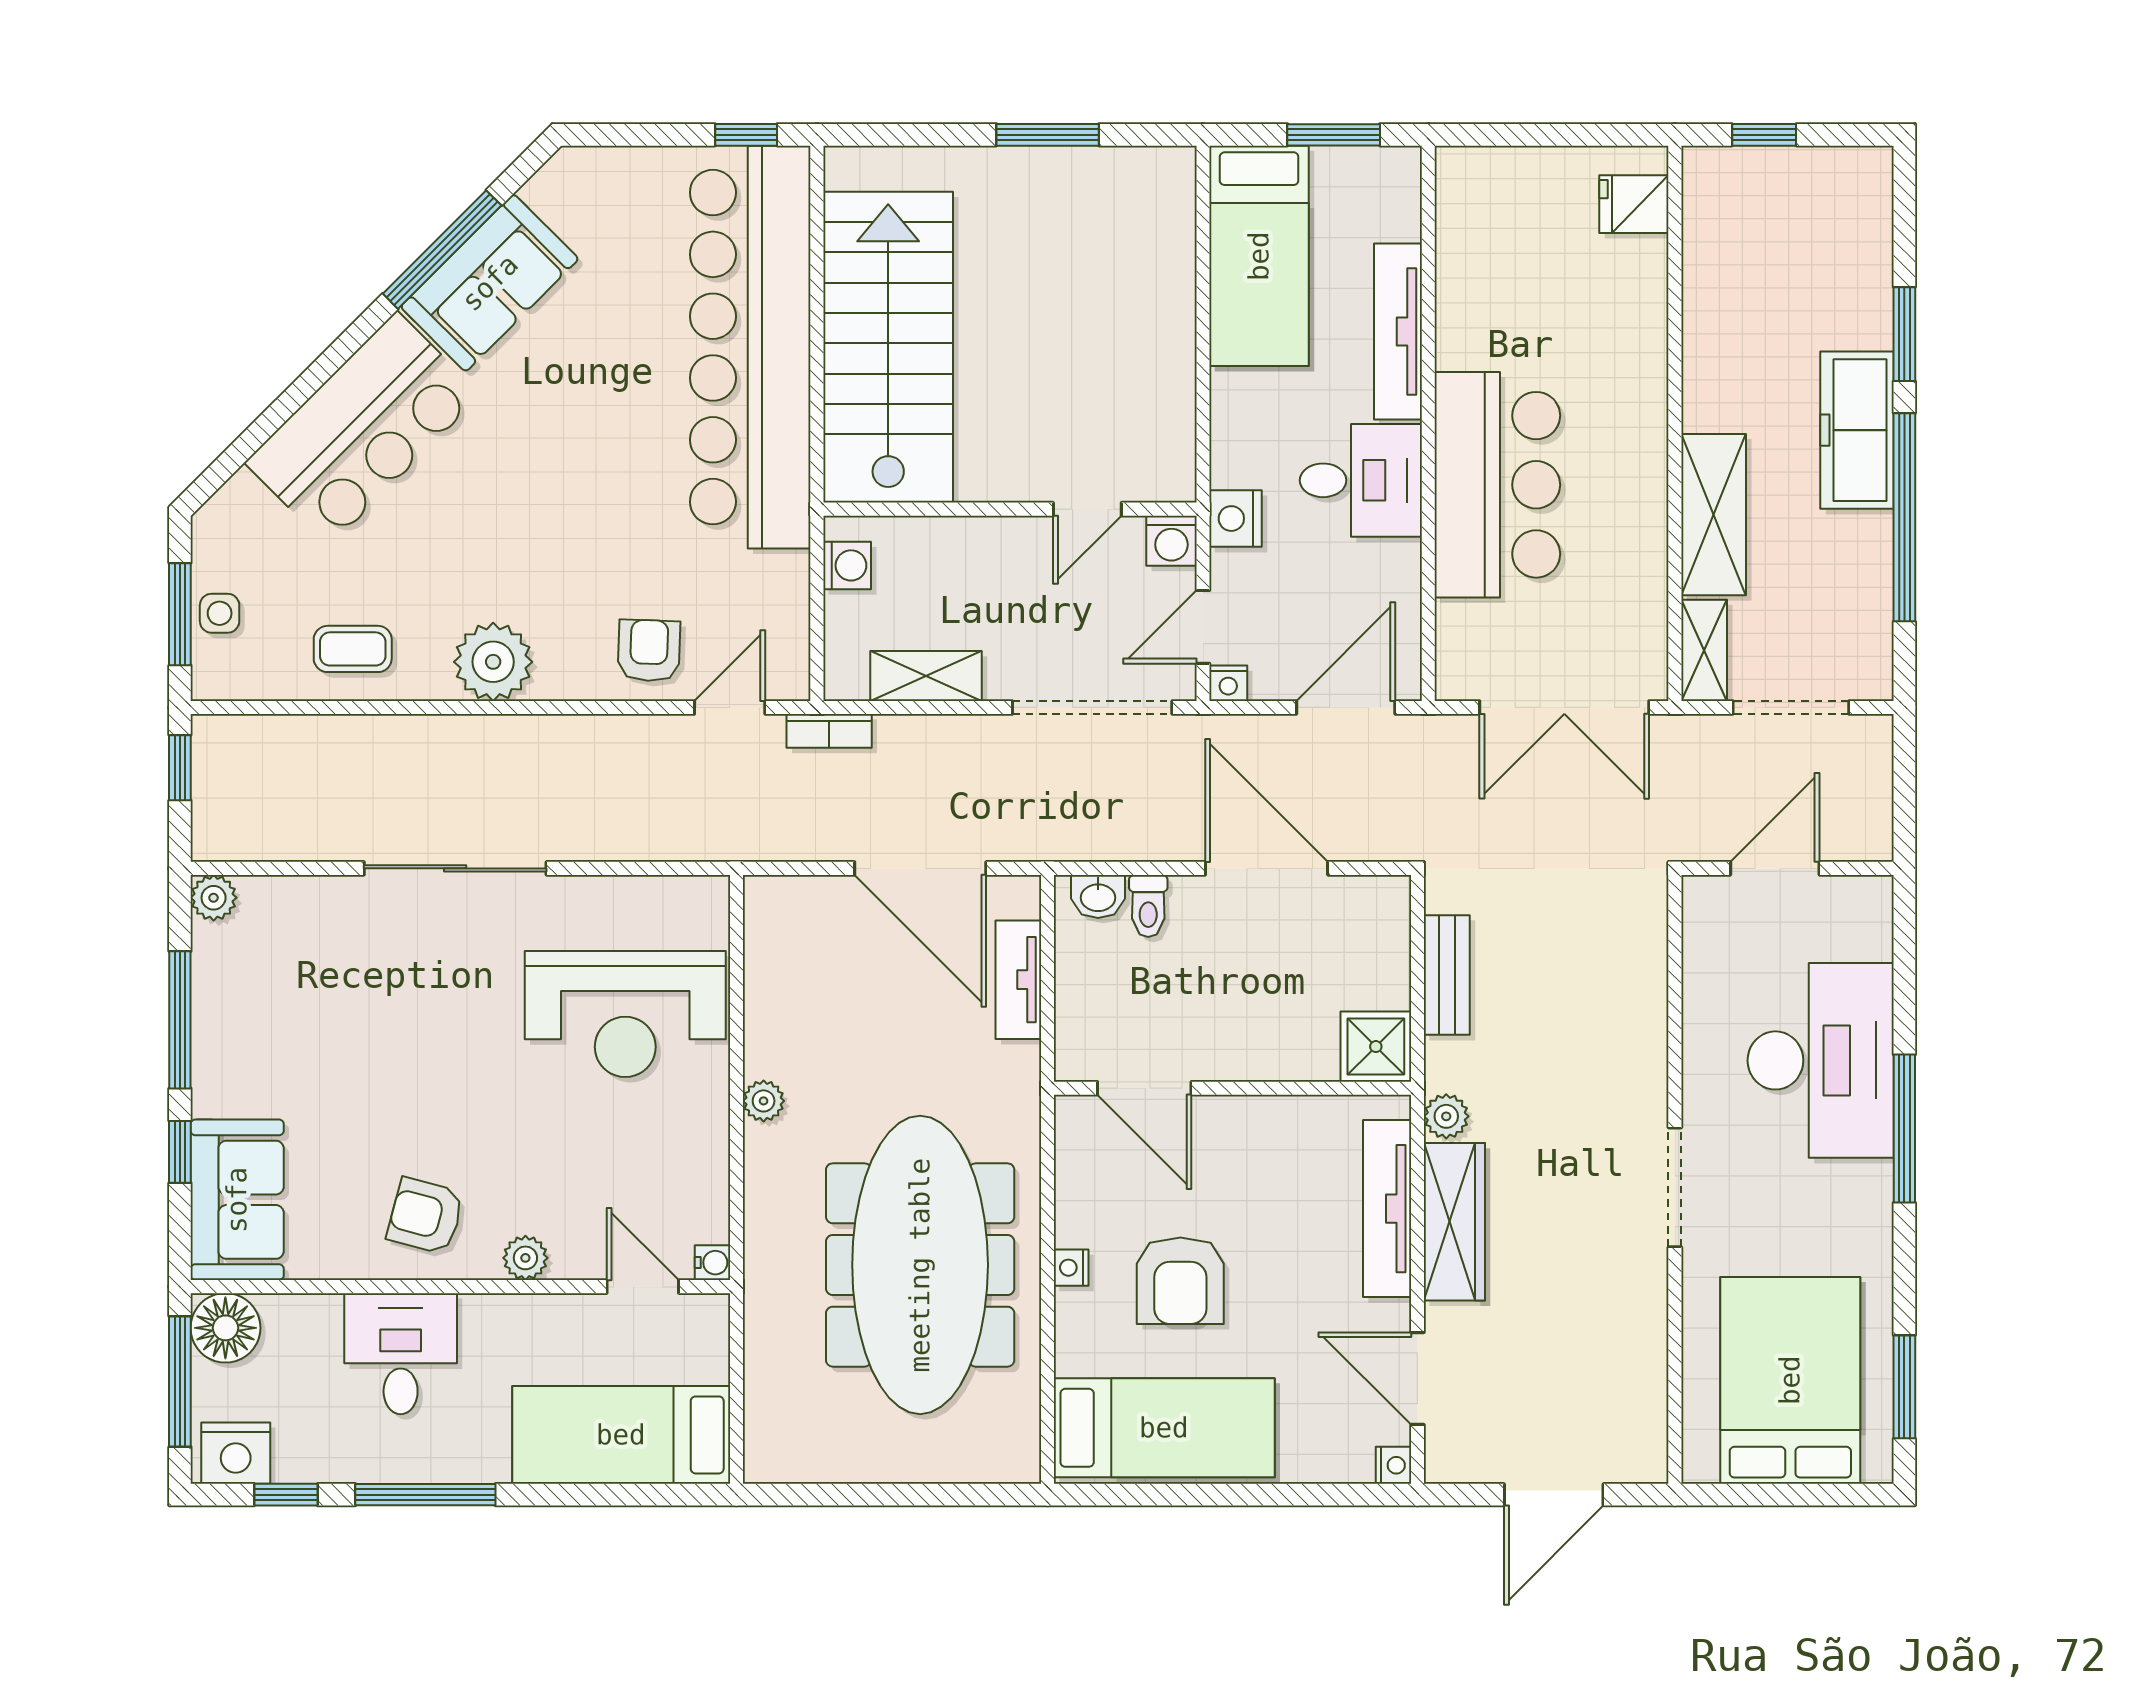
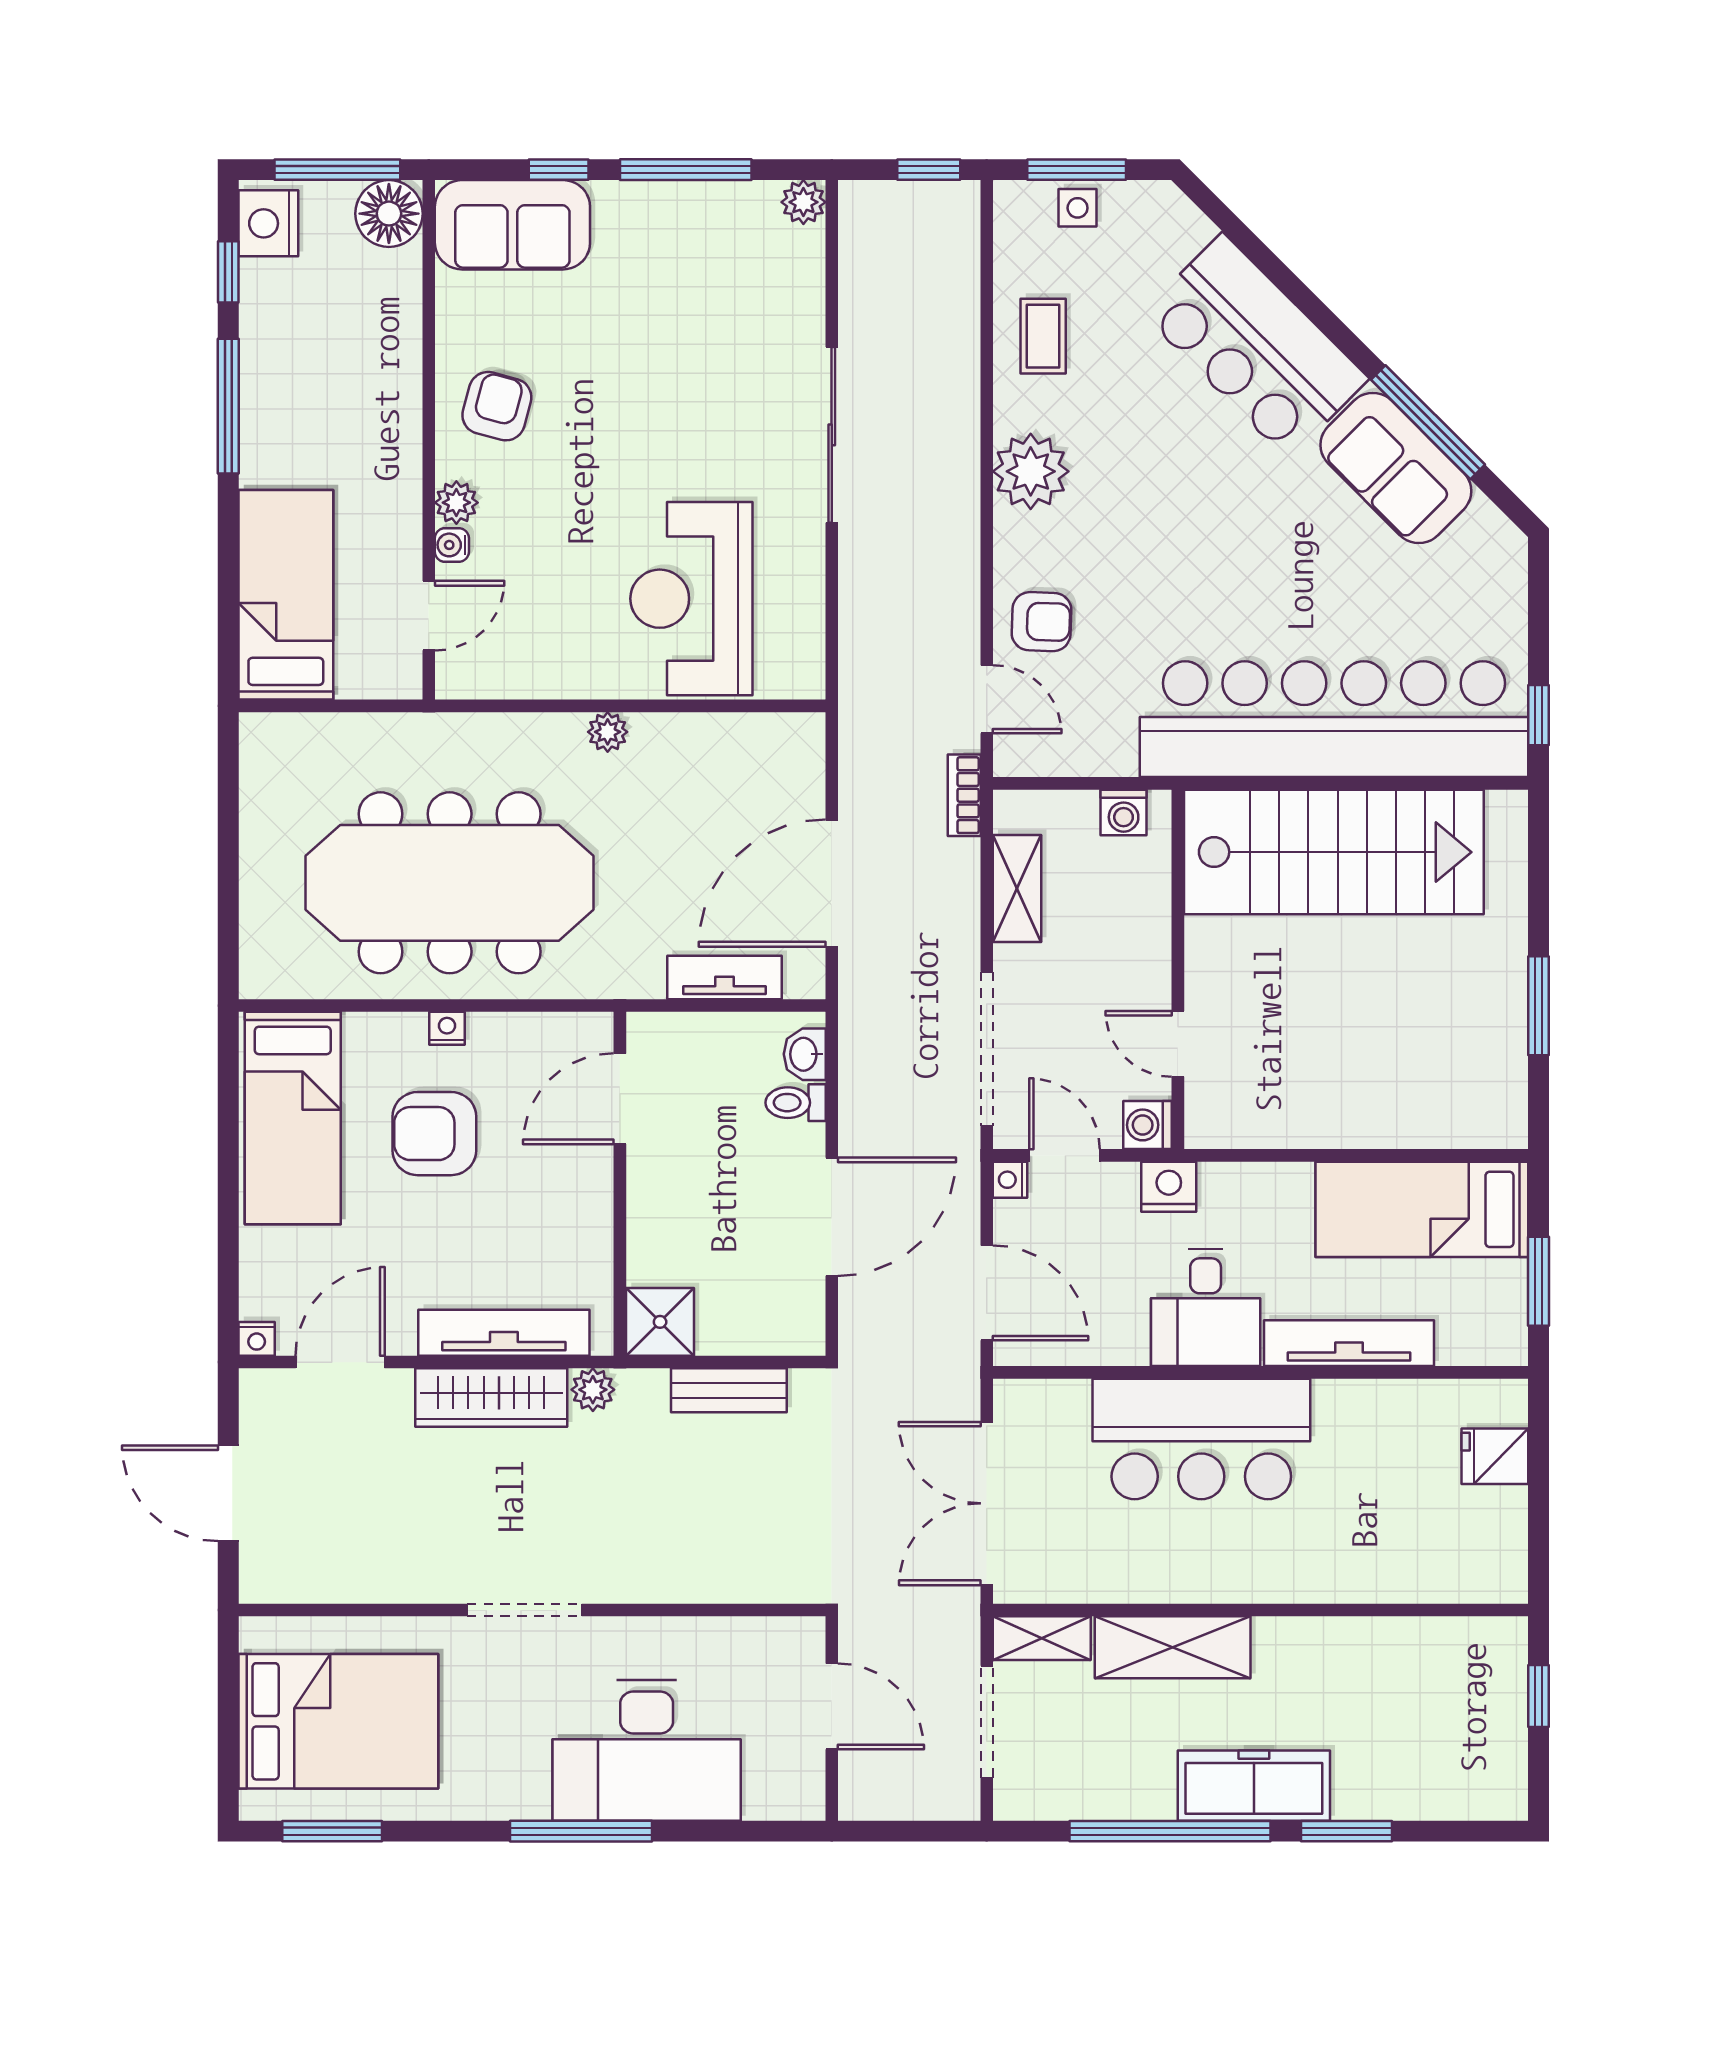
fridge: (1634, 204) -> (1495, 1456), moved, turned -90
water cooler: (713, 1263) -> (452, 545), moved, turned 90
desk: (401, 1354) -> (364, 382), removed

